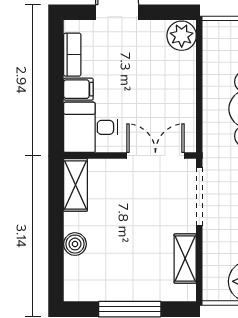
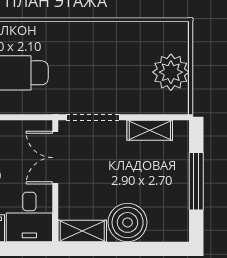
boiler: (75, 244) -> (128, 222), width x1.86, depth x1.86

